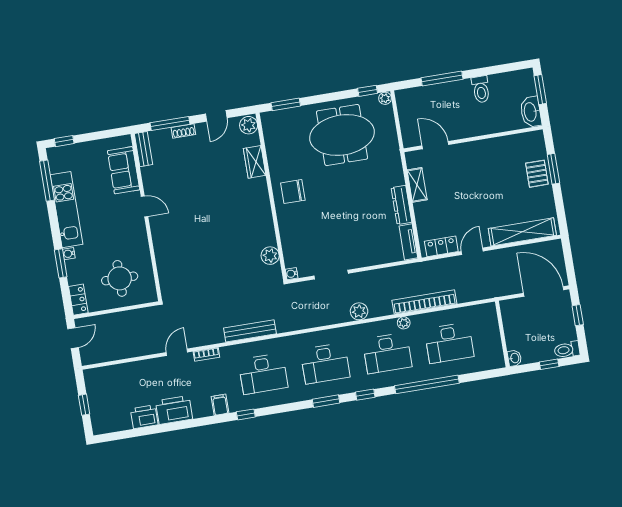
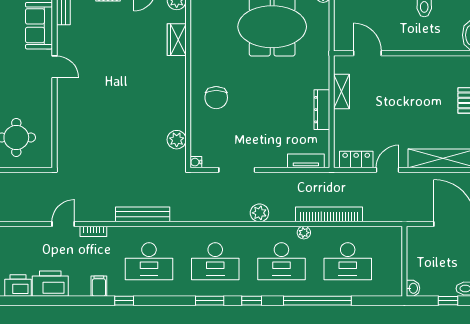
chair: (293, 192) -> (216, 98), moved, turned -90
tv unit: (408, 242) -> (306, 161), moved, turned 90

